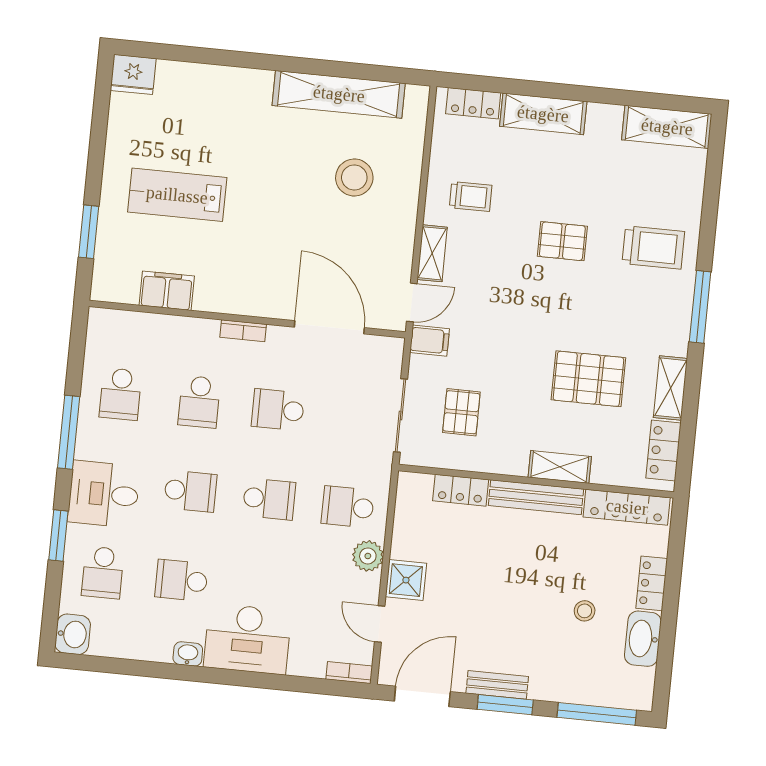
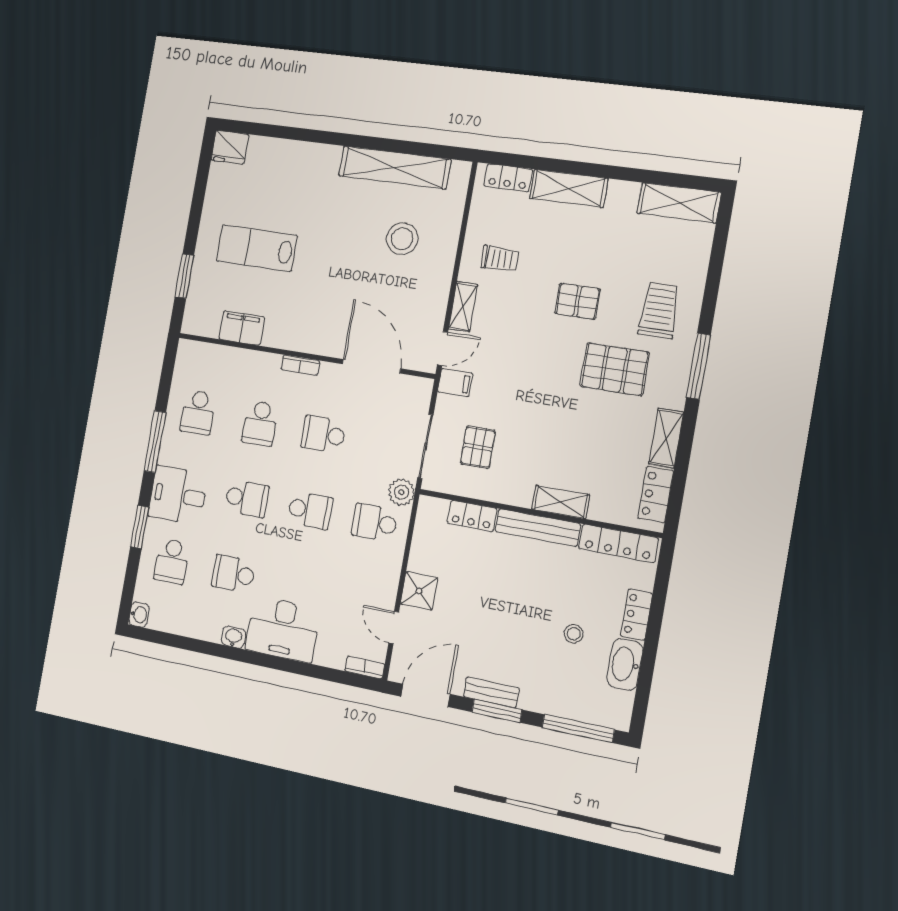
trolley: (653, 247) -> (659, 310), turned -90
pallet: (588, 379) -> (615, 369), moved
plant: (368, 556) -> (401, 492), moved
washbasin: (73, 634) -> (139, 615), width x0.72, depth x0.69

